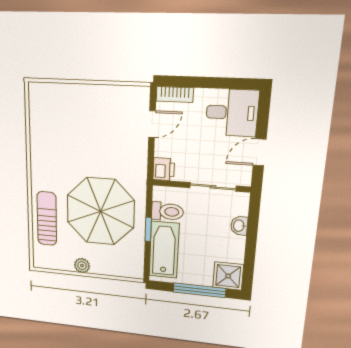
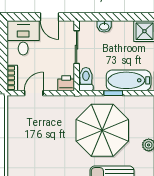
door: (152, 124) -> (34, 93), hinge flipped
toilet: (167, 212) -> (86, 79), moved

